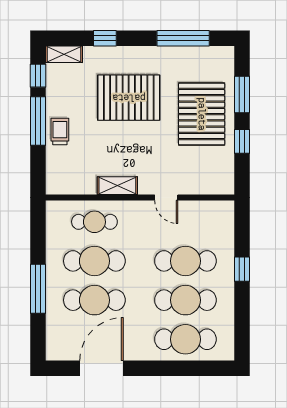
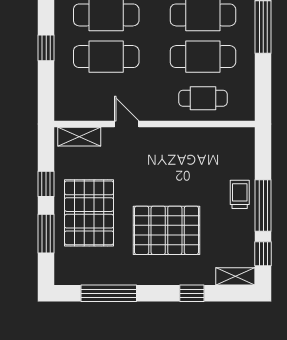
trolley: (60, 131) -> (240, 194), turned 180
shelving: (117, 186) -> (79, 137), moved

